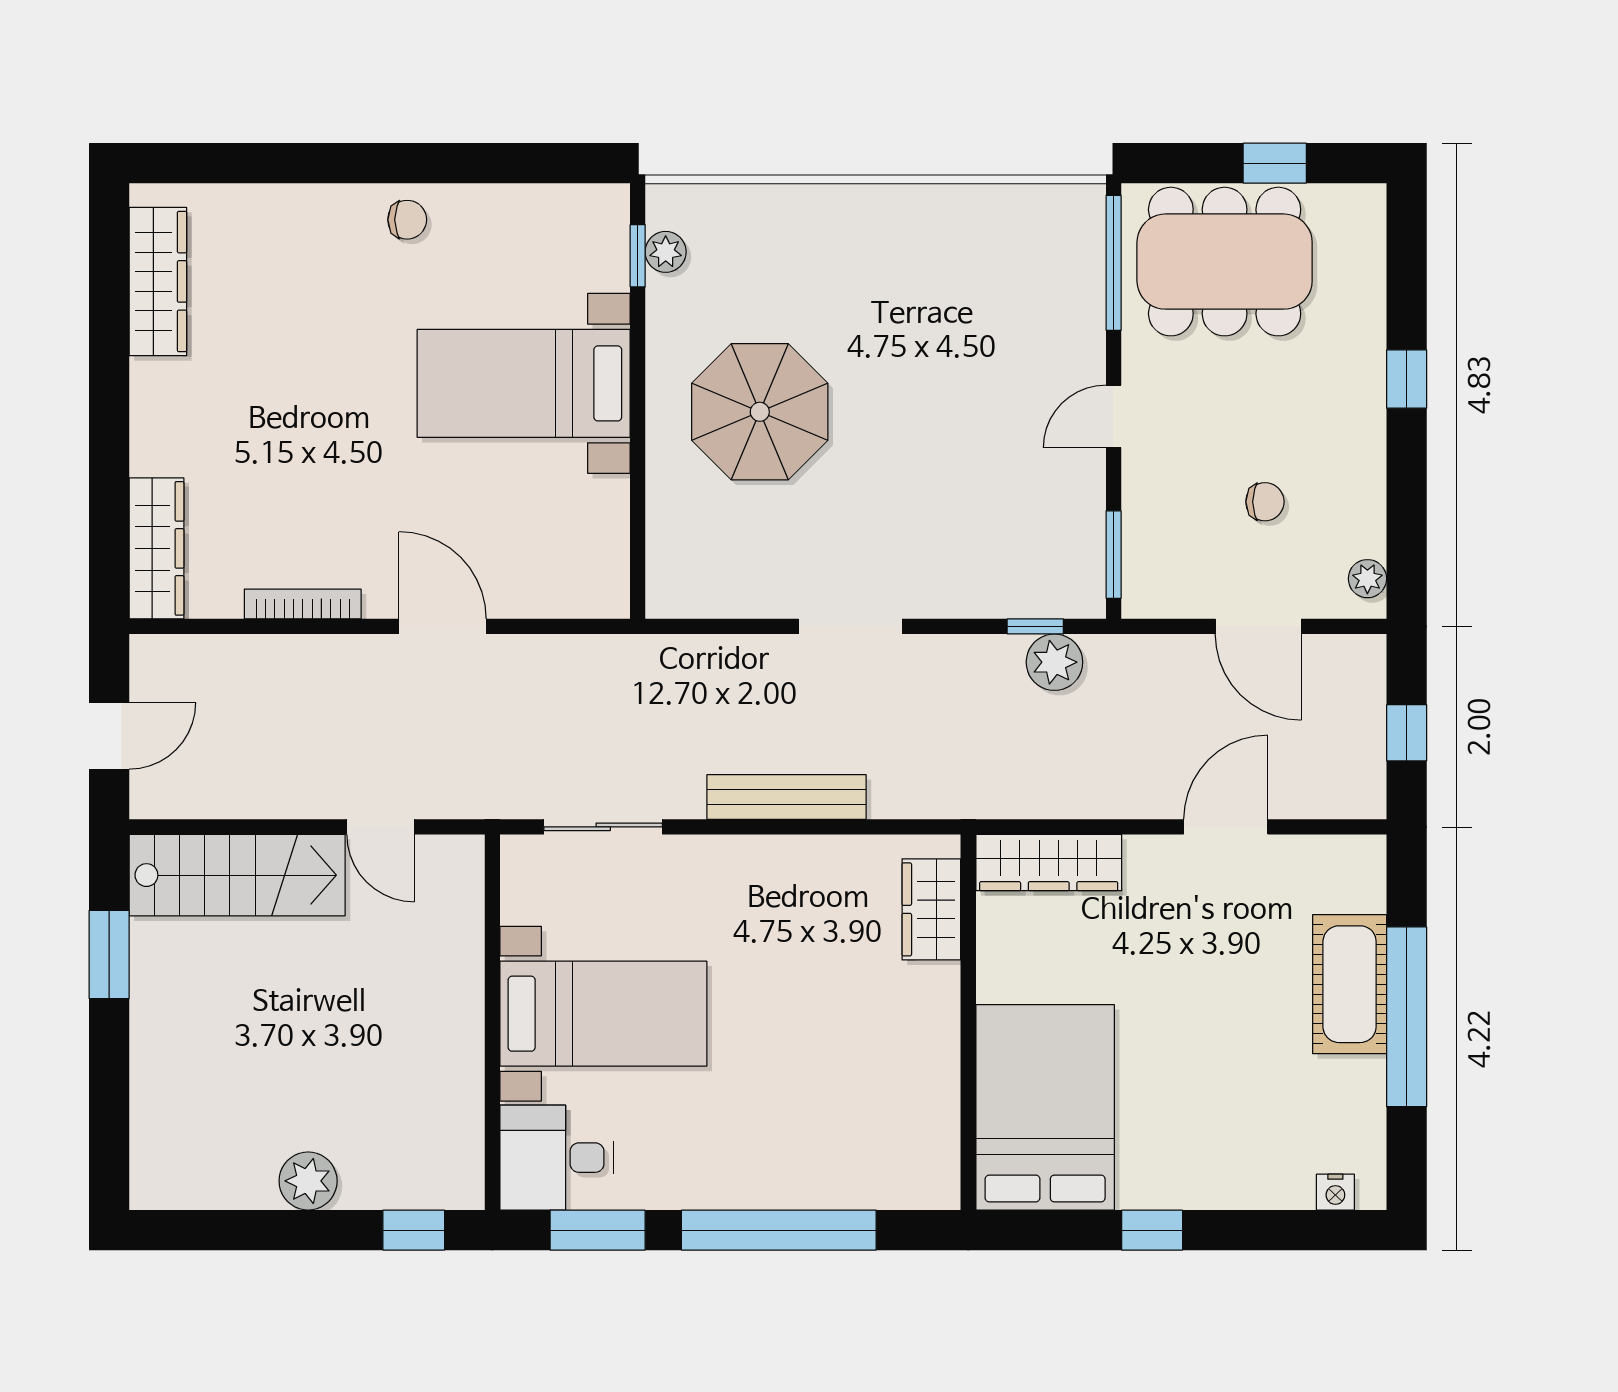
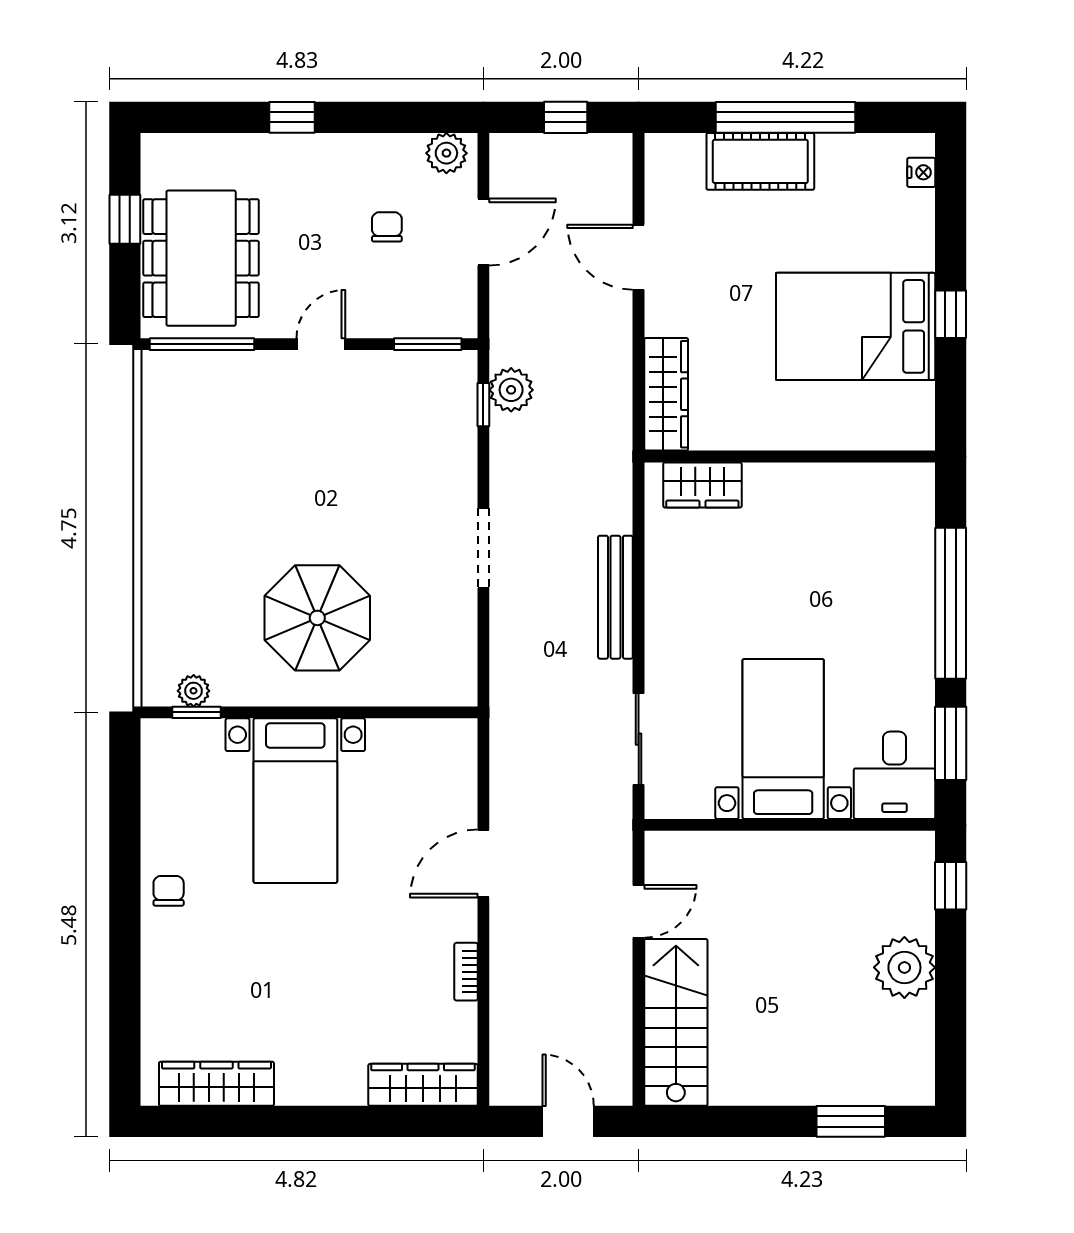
door: (1114, 416) -> (321, 344), swing flipped
plant: (1367, 579) -> (446, 153), width x1.38, depth x1.38
bookcase: (303, 604) -> (466, 972), width x0.64
window: (109, 955) -> (851, 1121), moved
bed: (1045, 1107) -> (856, 326), moved
plant: (308, 1181) -> (904, 967), width x1.36, depth x1.36

